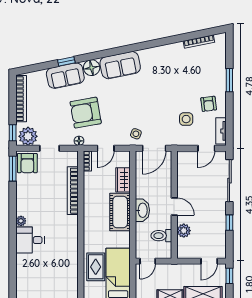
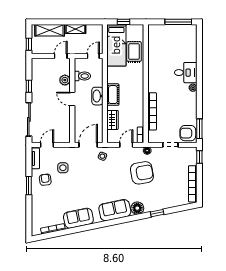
sofa: (65, 76) -> (78, 218), moved
window: (229, 80) -> (29, 186), moved
plant: (28, 136) -> (187, 154), removed
armchair: (27, 163) -> (188, 133), turned -90
cot: (120, 212) -> (113, 95), width x0.73, depth x0.75
door: (209, 261) -> (61, 56), moved

